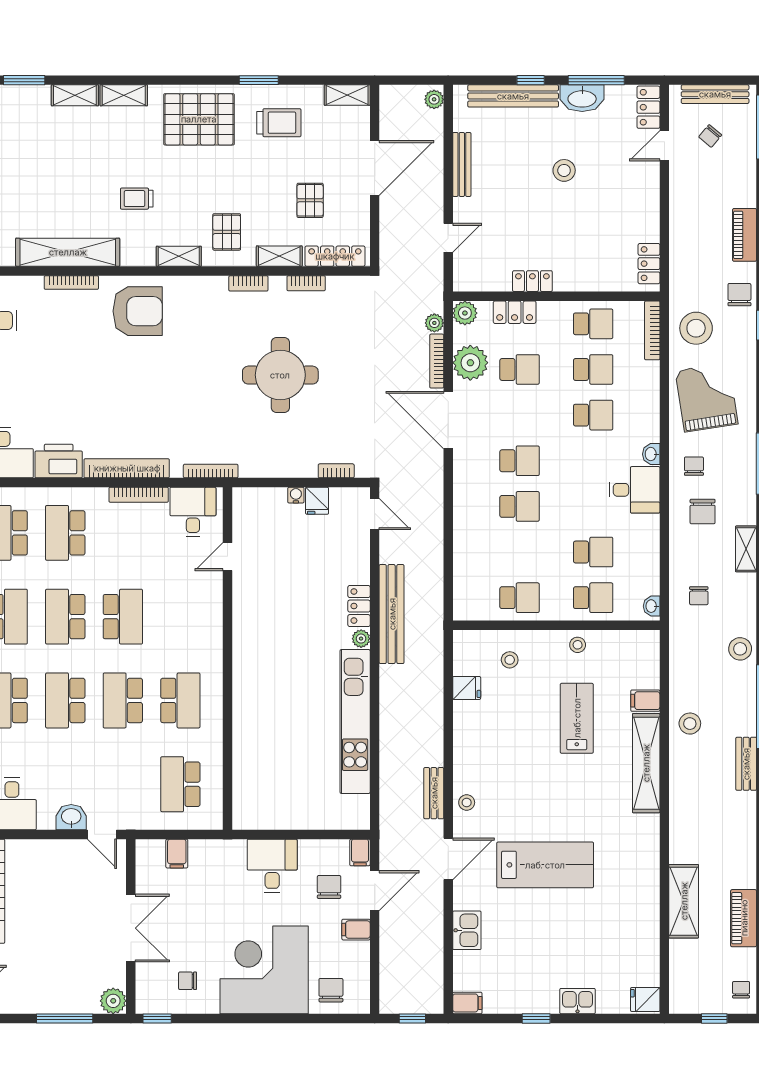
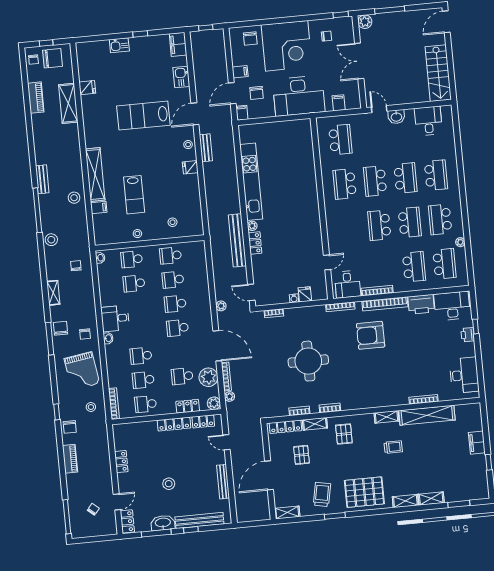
bench: (715, 94) -> (93, 532), removed
plant: (434, 99) -> (221, 306), moved
trolley: (279, 123) -> (322, 494), turned 101
door: (448, 238) -> (227, 442), hinge flipped
shelving: (179, 256) -> (386, 417), moved
locker: (649, 264) -> (121, 462), moved
locker: (488, 281) -> (203, 421), added
locker: (532, 281) -> (174, 424), width x1.53
armchair: (138, 311) -> (371, 335), moved
stool: (696, 328) -> (91, 407), width x0.53, depth x0.53
fridge: (317, 501) -> (305, 294), moved
chair: (703, 511) -> (61, 328), moved
school desk: (520, 552) -> (173, 280), added
fridge: (467, 688) -> (190, 167), moved
school desk: (123, 700) -> (375, 181), turned 180
desk: (272, 866) -> (299, 96), width x1.87, depth x1.30
chair: (705, 989) -> (52, 58), added
fridge: (645, 1000) -> (87, 88), moved
filing cabinet: (467, 1003) -> (178, 44), width x2.00

